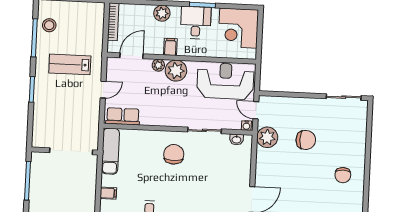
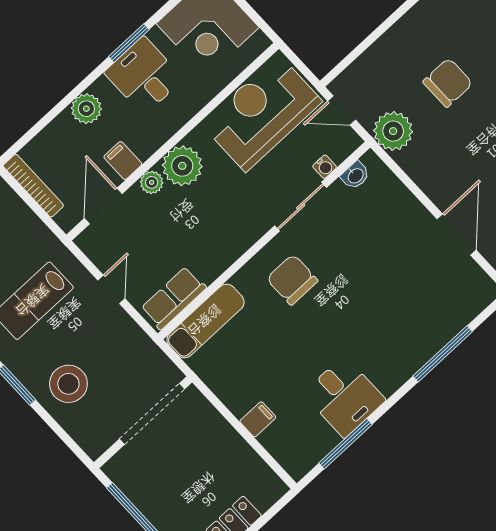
filing cabinet: (170, 47) -> (123, 160), moved
stool: (51, 109) -> (68, 384), added
water cooler: (246, 125) -> (325, 167), moved
exam couch: (110, 151) -> (205, 321), moved, turned 90

